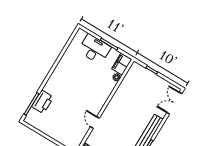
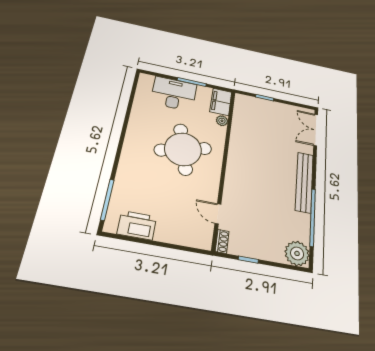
round table: (85, 88) -> (183, 149), added
printer: (43, 102) -> (137, 225), moved, turned -90
door: (95, 123) -> (218, 214), moved

